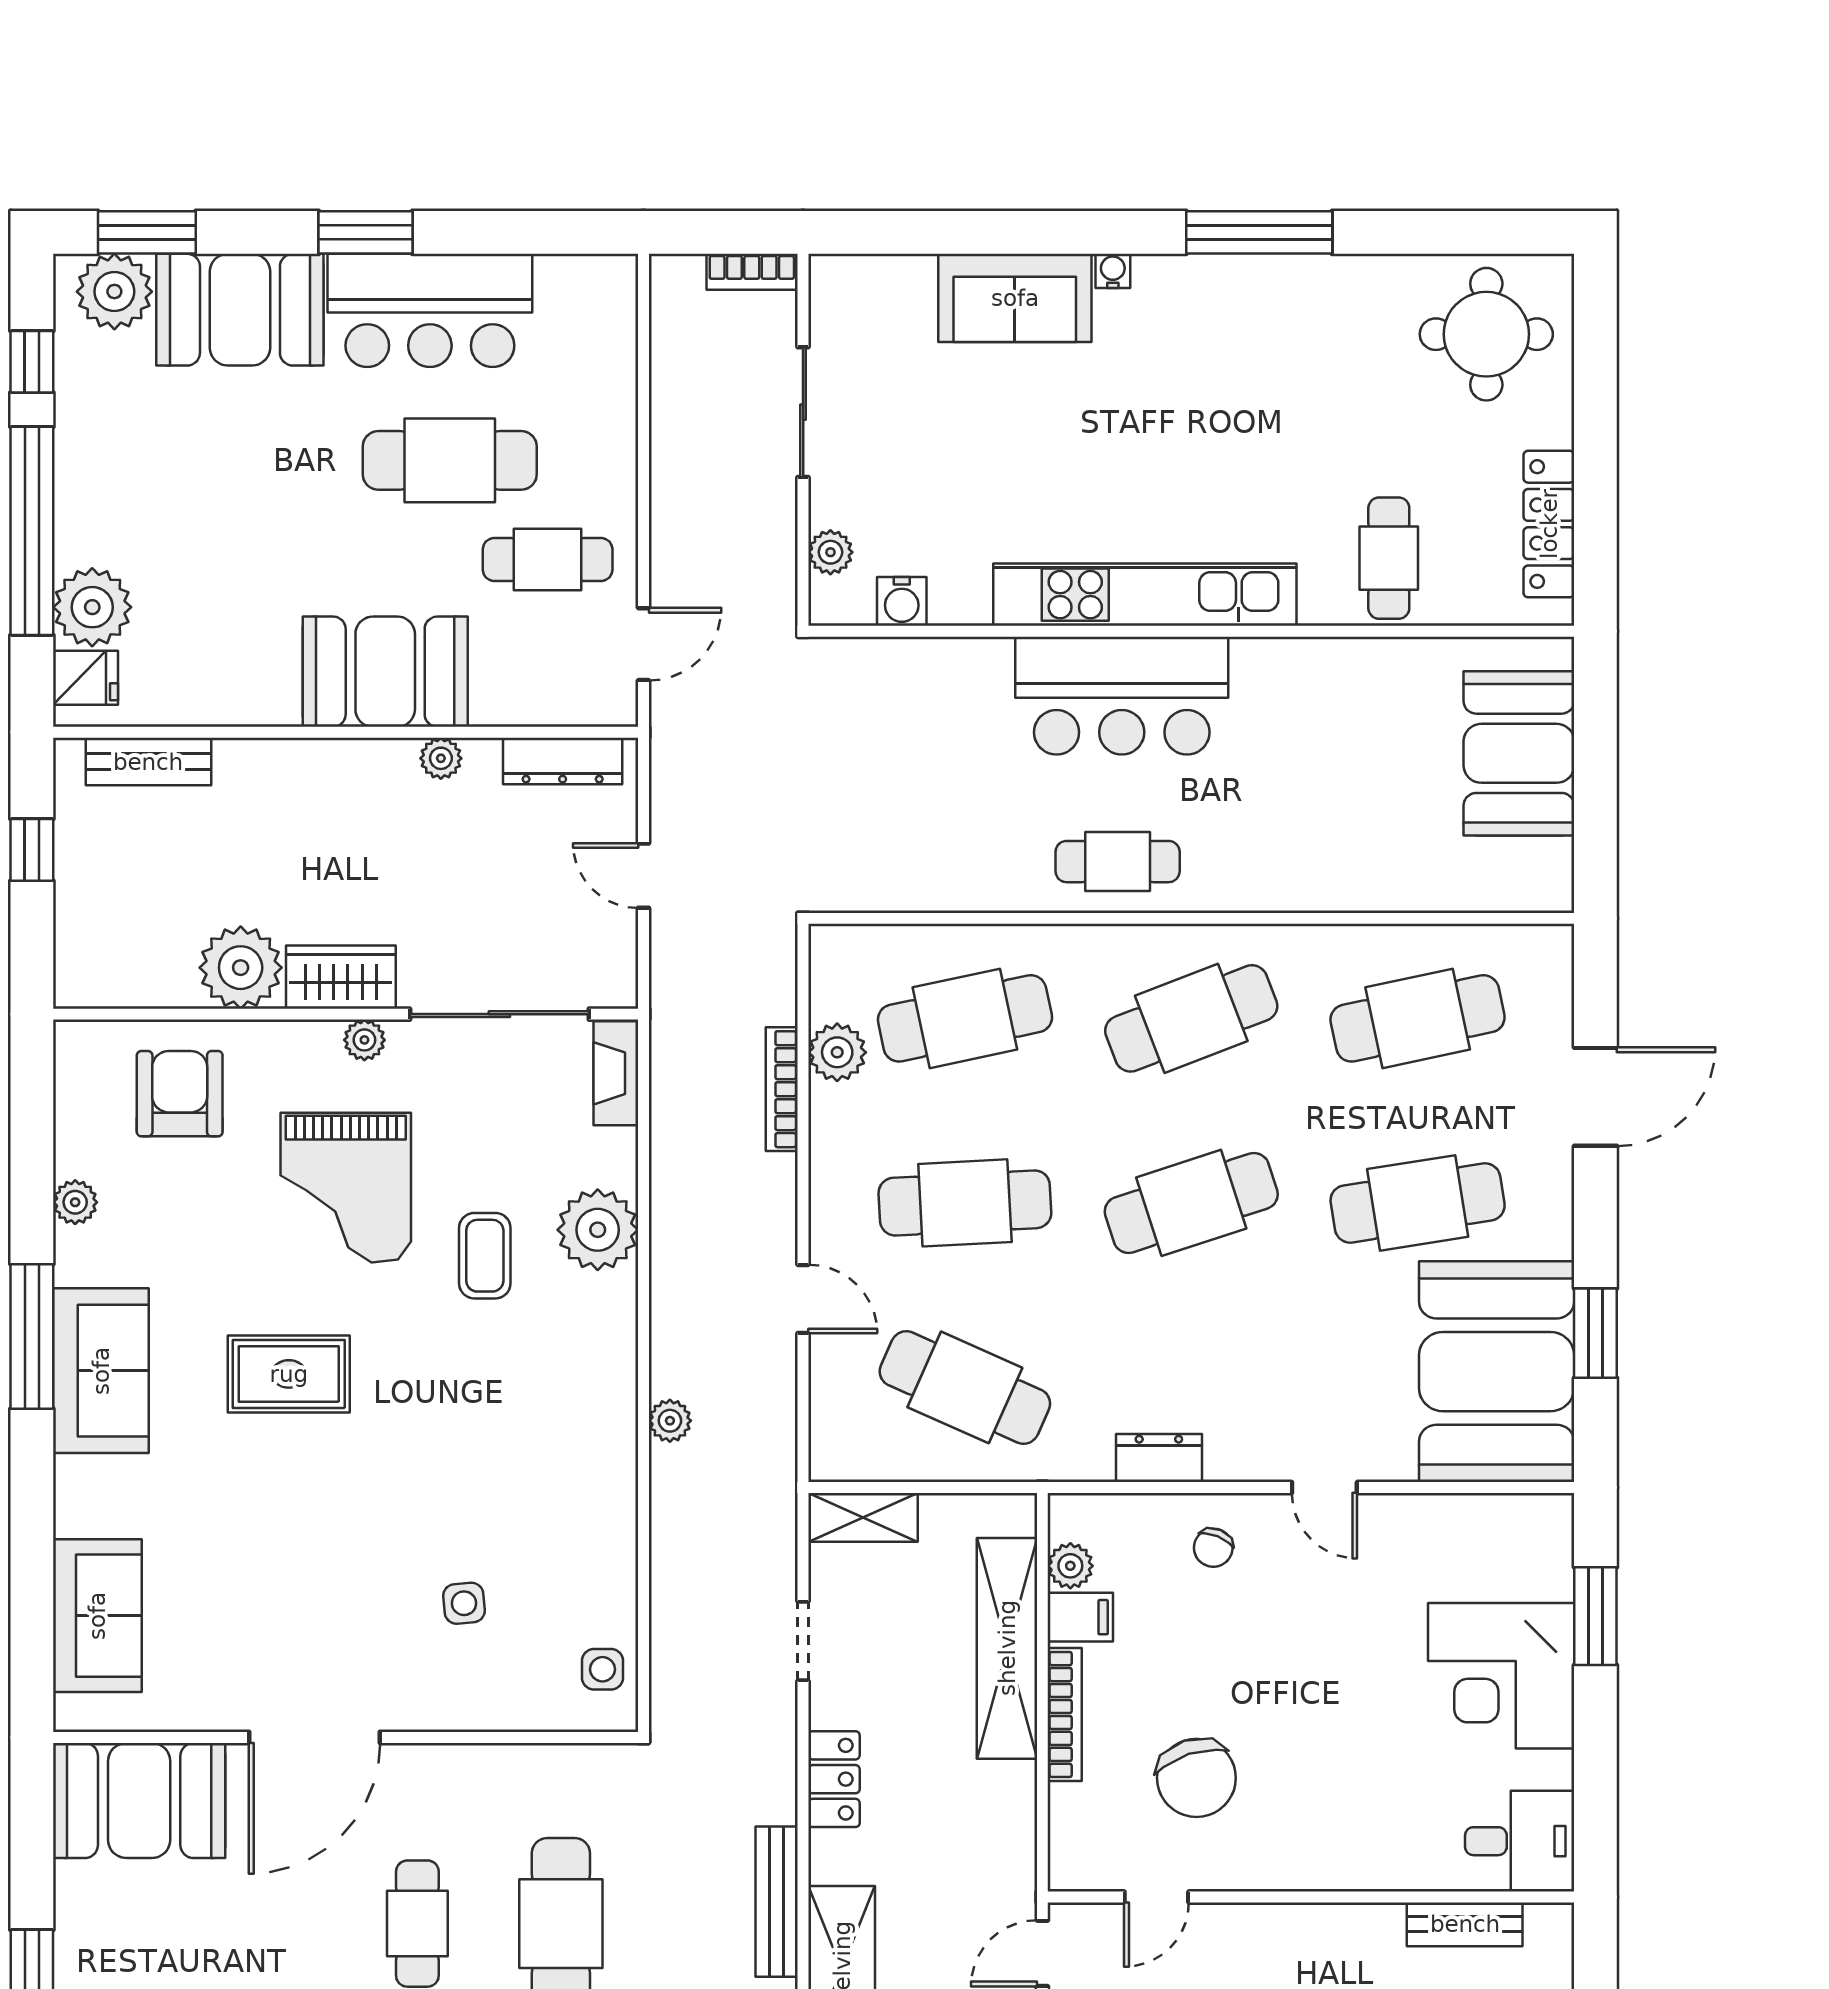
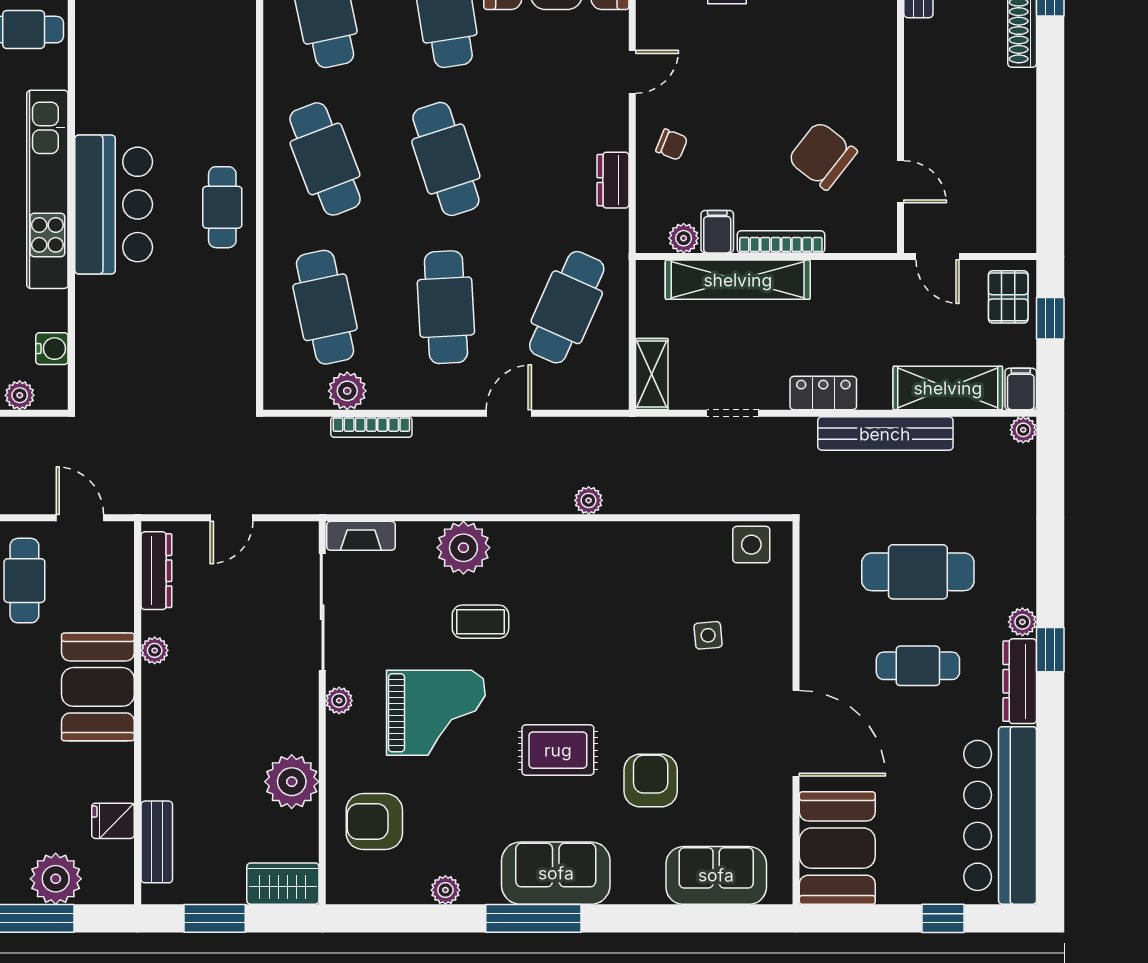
fridge: (85, 678) -> (113, 821), moved, turned -90
window: (32, 850) -> (215, 918), width x1.50
wardrobe: (341, 977) -> (283, 884), moved, turned 90
rug: (289, 1374) -> (558, 750), turned 90
armchair: (242, 1515) -> (651, 780), added
side table: (602, 1669) -> (751, 545), width x1.37, depth x1.37
chair: (1196, 1778) -> (822, 156), turned -124
bench: (777, 1902) -> (885, 434), width x1.37, depth x1.21

